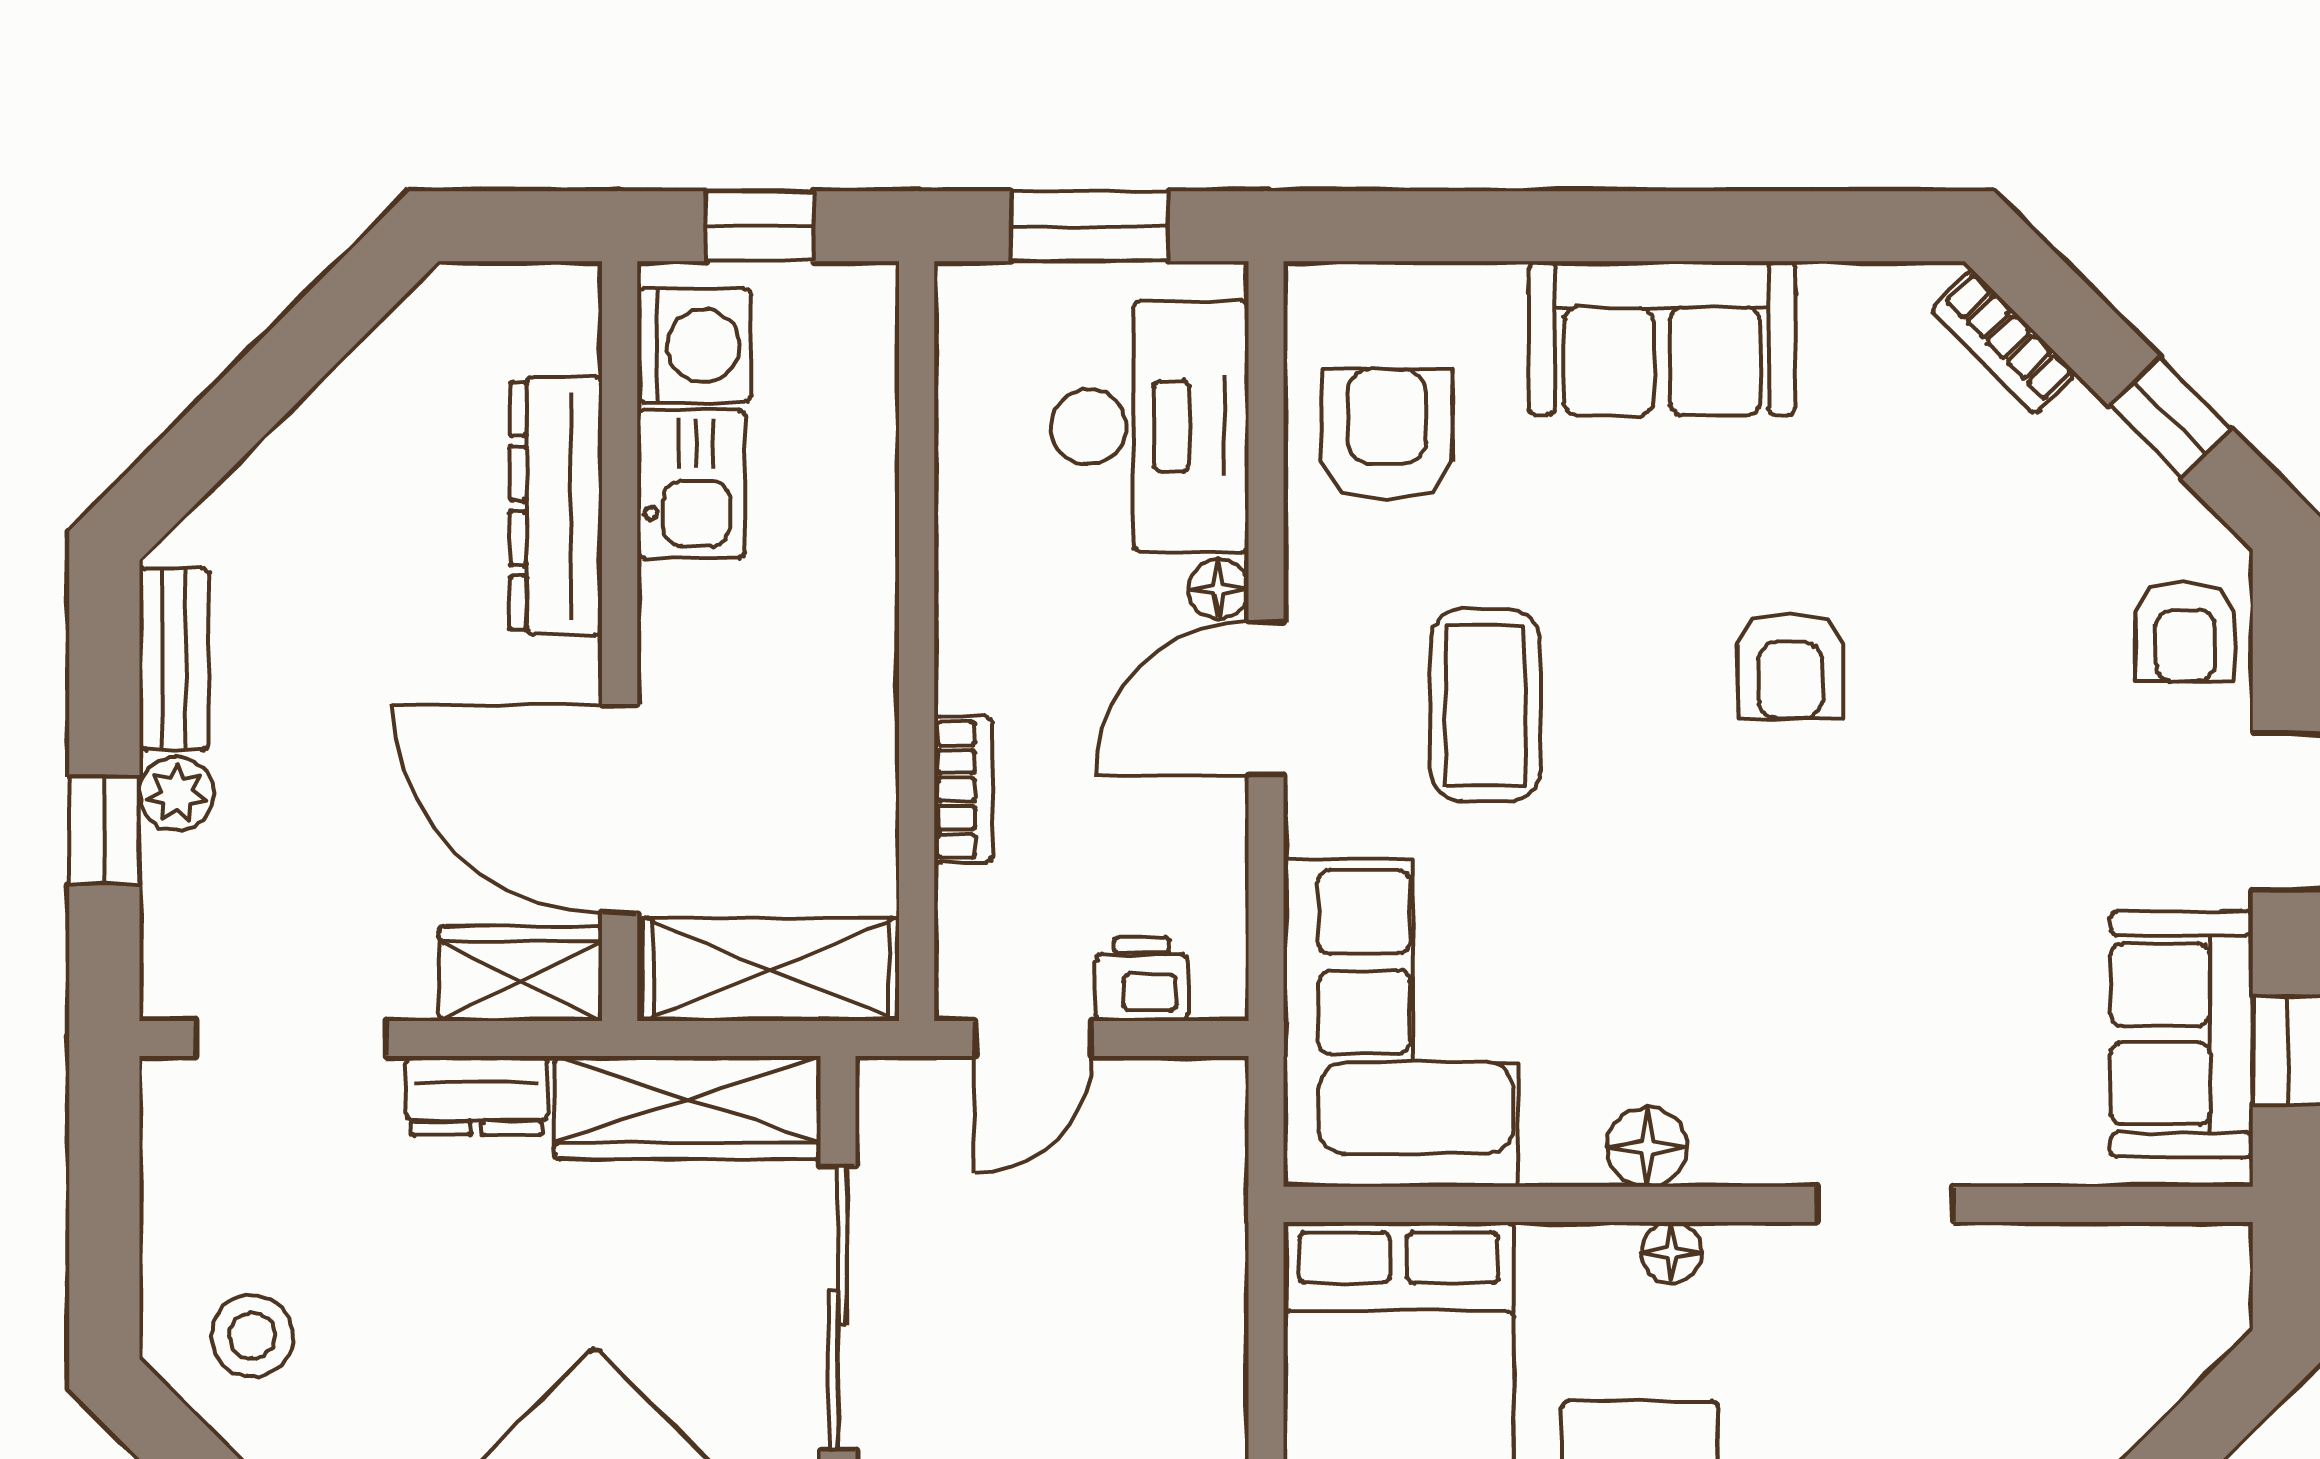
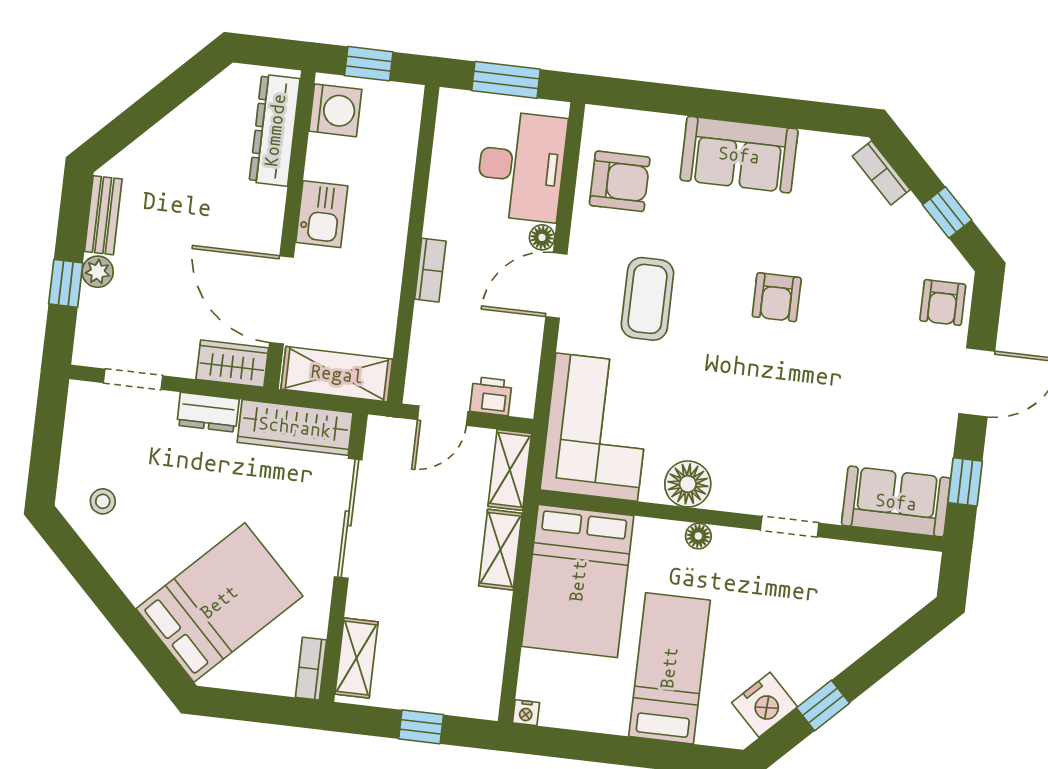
armchair: (1387, 435) -> (620, 181), turned 90
kitchen sink: (691, 484) -> (322, 214), moved
dresser: (556, 506) -> (275, 130), moved
bookcase: (963, 790) -> (430, 270), moved
sofa: (2182, 1034) -> (896, 502), moved, turned 90
doorway: (290, 1038) -> (133, 379), width x0.73
floor lamp: (1647, 1147) -> (688, 484), width x1.38, depth x1.38
shelving: (1207, 1148) -> (510, 470), added
stool: (252, 1336) -> (103, 501), width x0.73, depth x0.73
shelving: (1207, 1340) -> (500, 550), added

